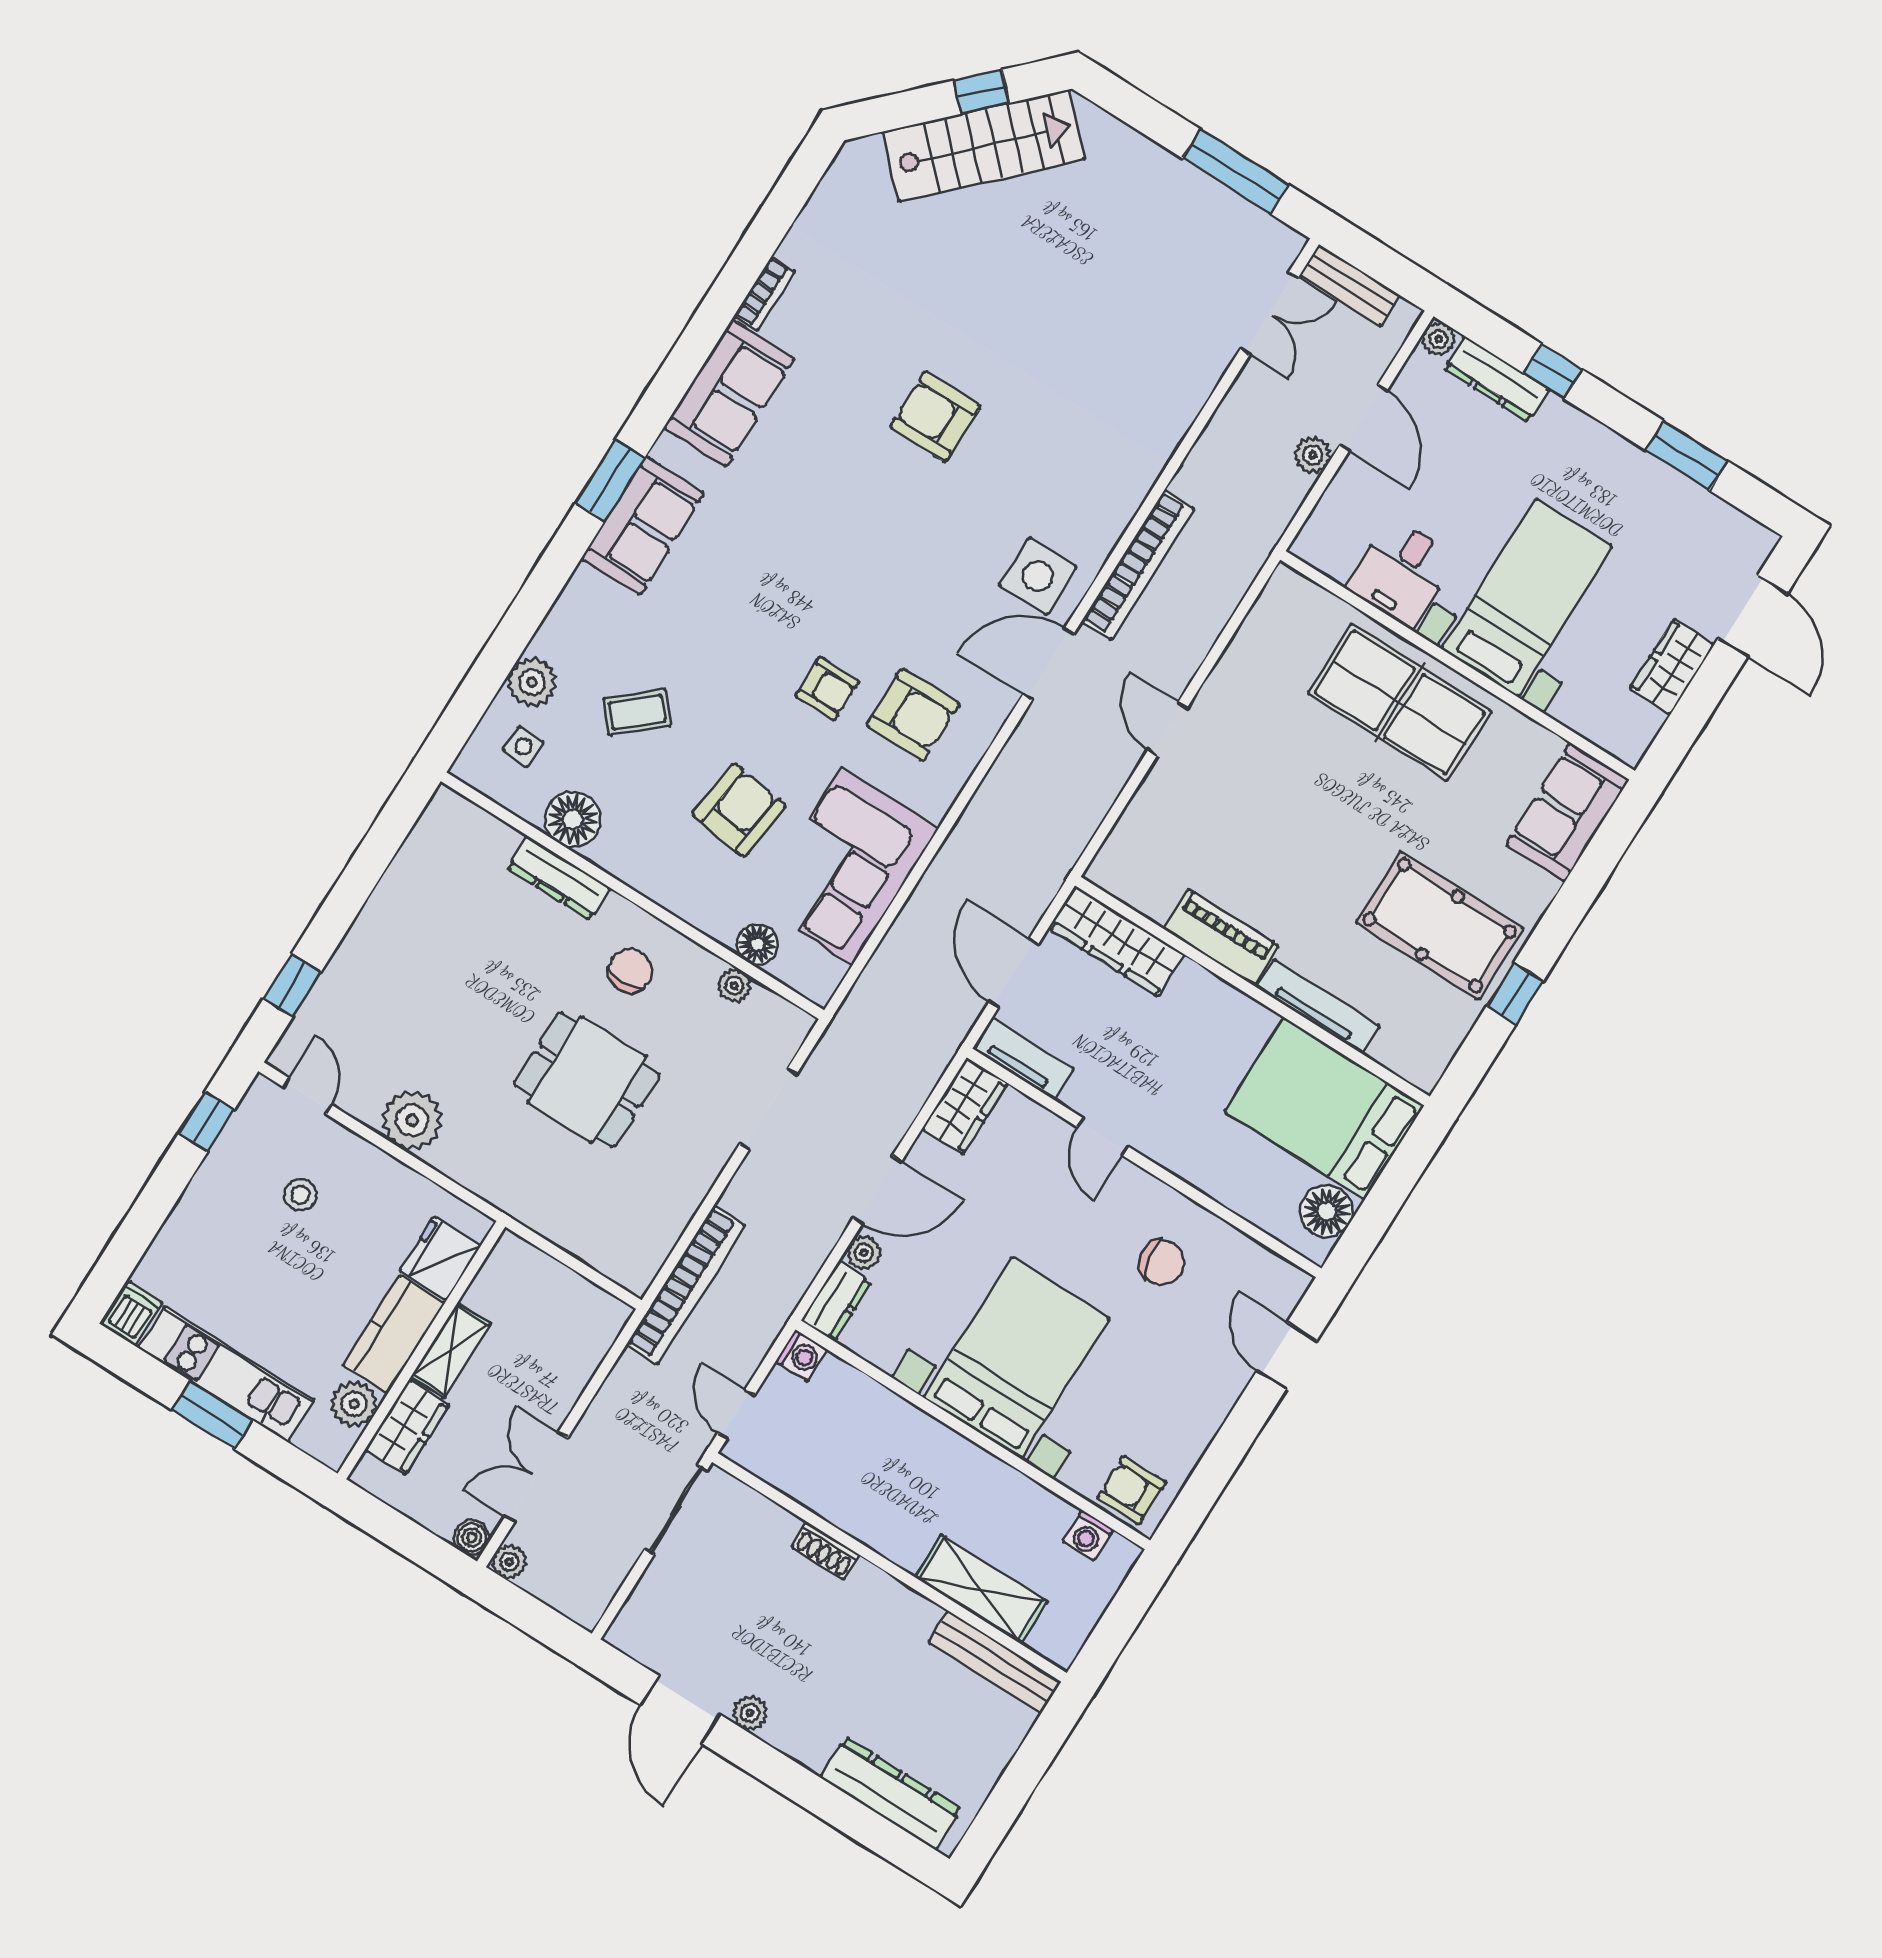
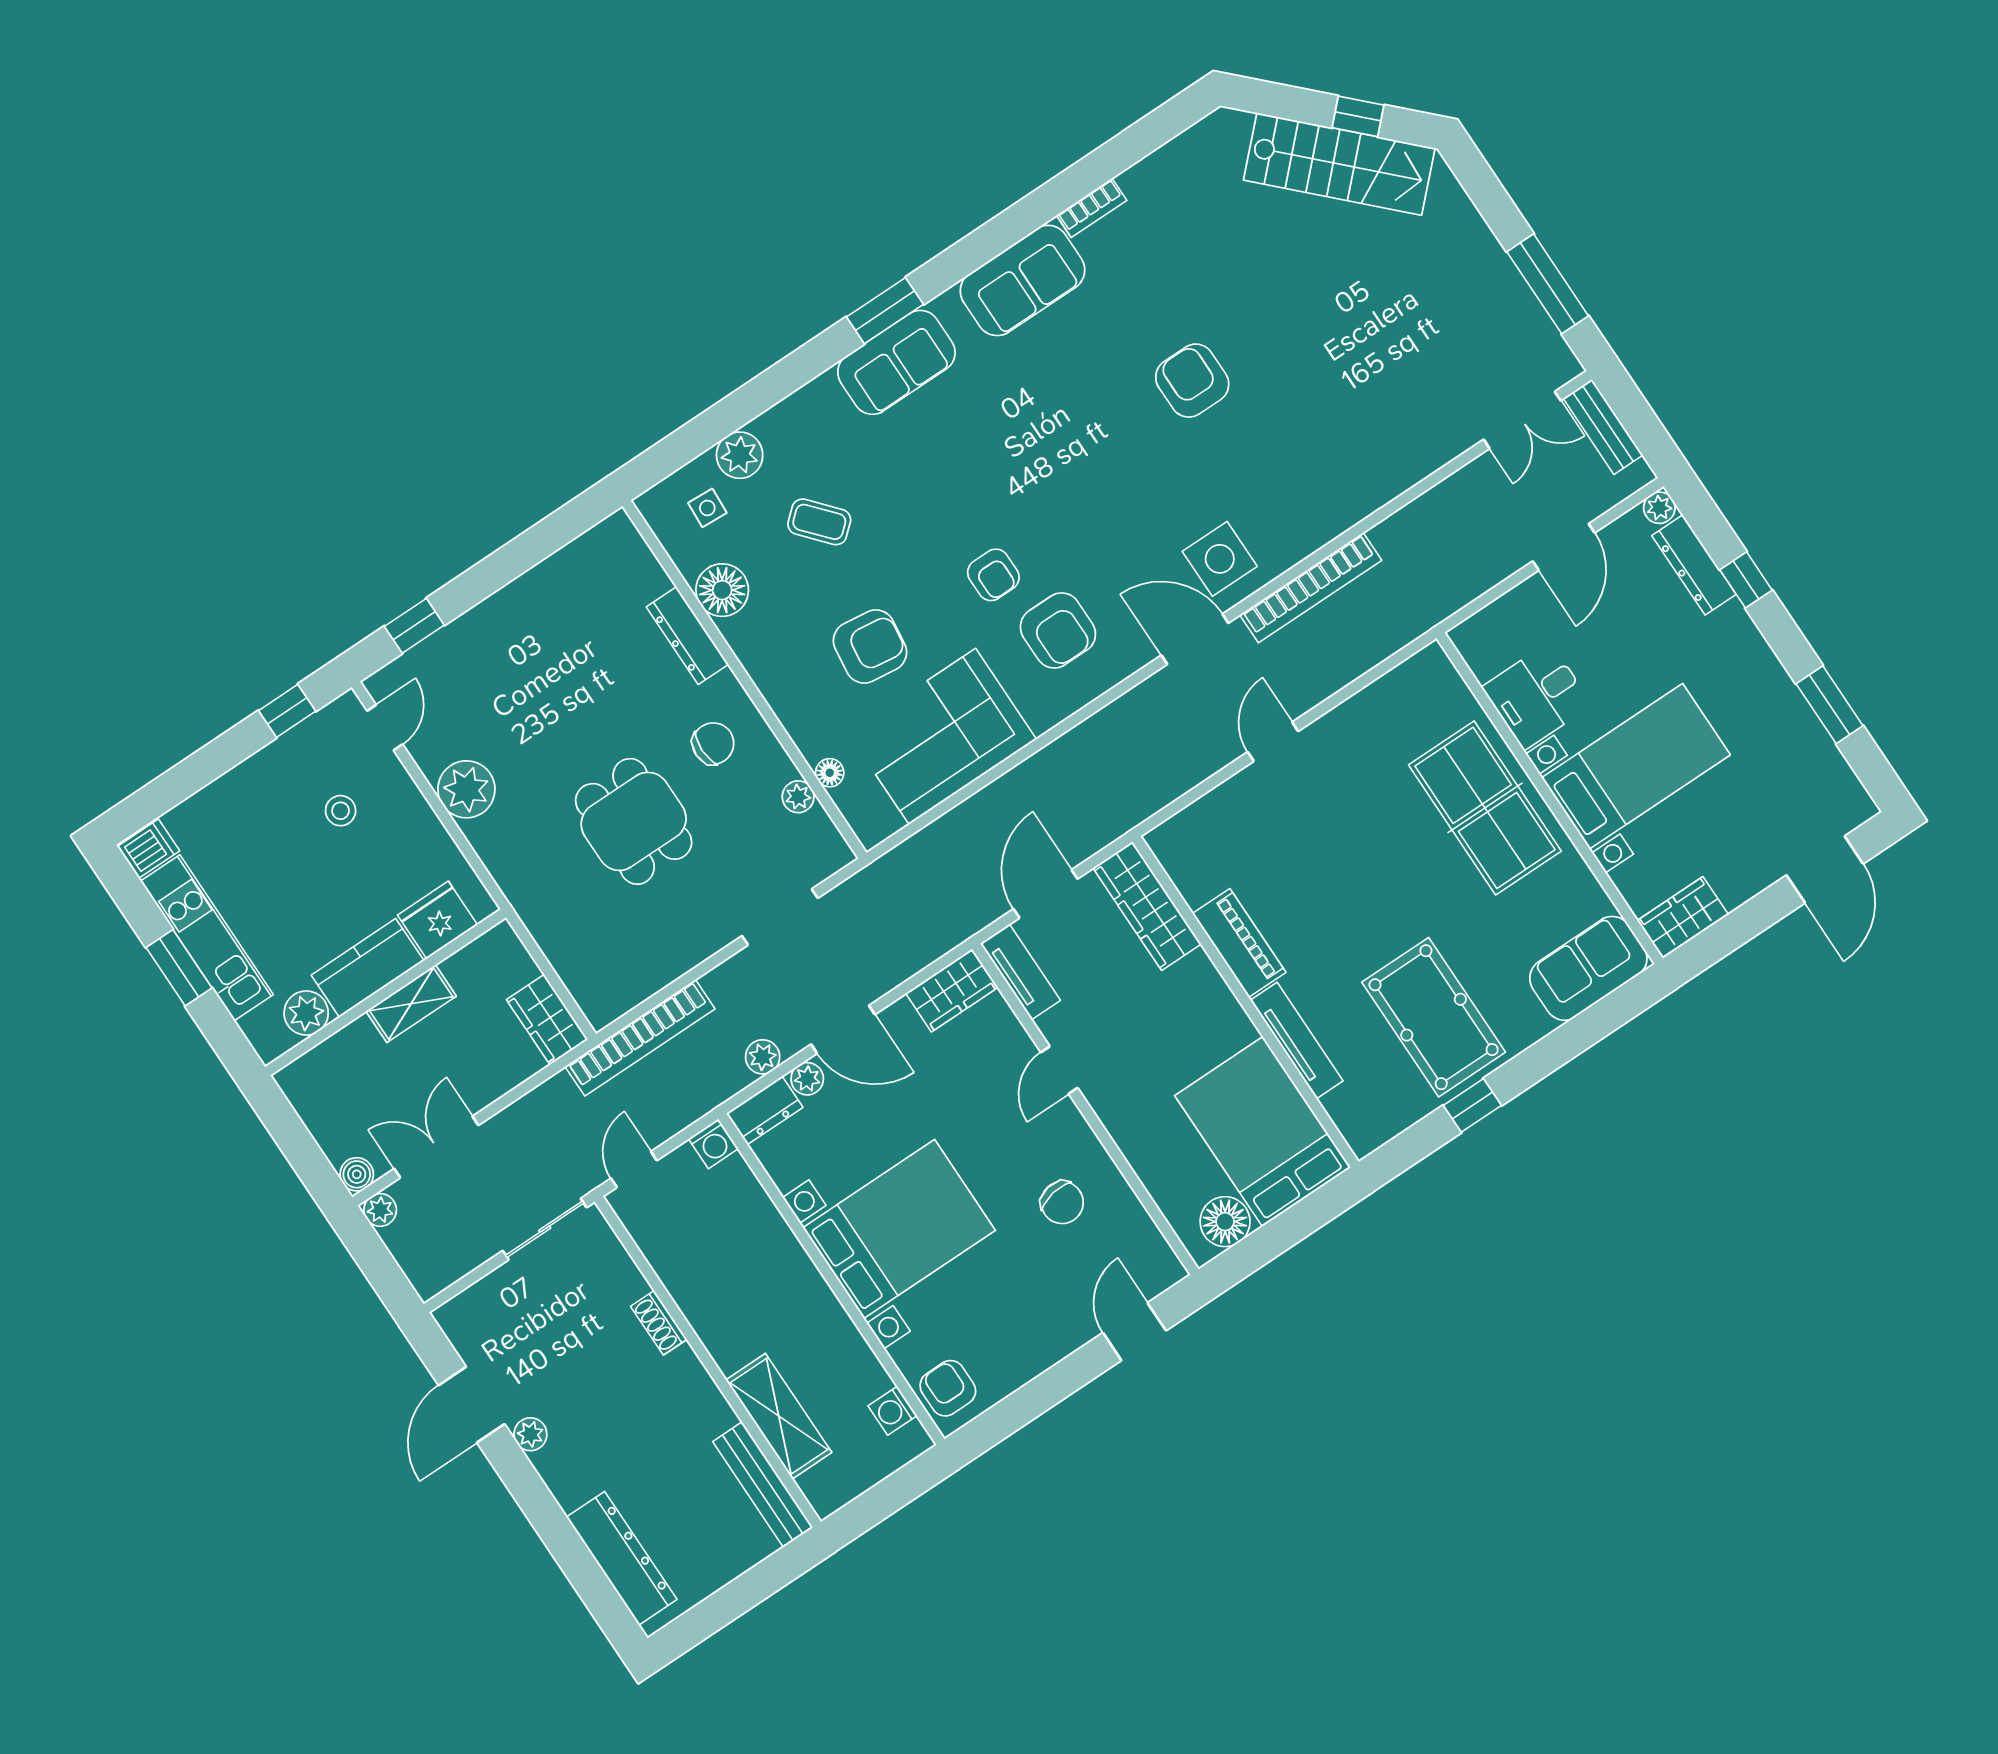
plant: (1313, 455) -> (763, 1057), moved
wardrobe: (1672, 666) -> (1683, 918), moved
floor lamp: (757, 944) -> (830, 773), width x0.73, depth x0.73
wardrobe: (407, 1428) -> (547, 1020), moved, turned 90

